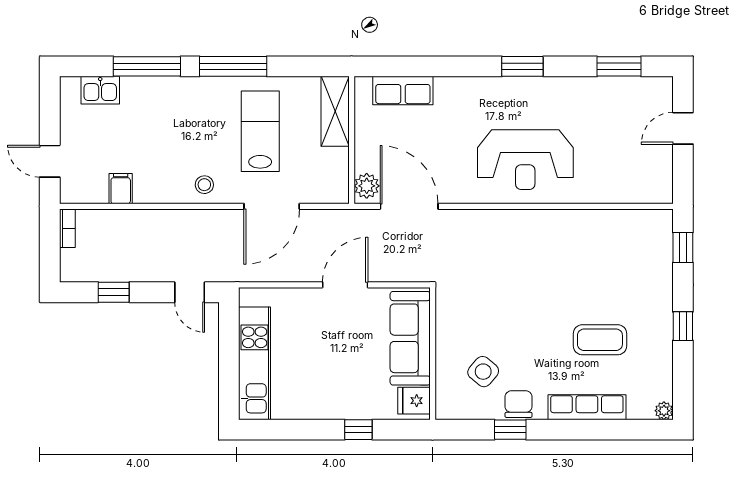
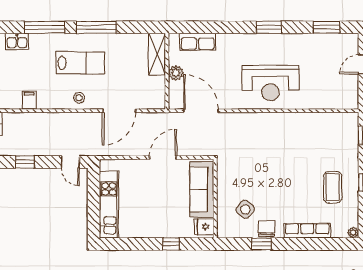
lab bench: (260, 131) -> (80, 63), moved, turned 90
plant: (367, 186) -> (176, 73), moved
coffee table: (600, 340) -> (333, 187), moved, turned 90

